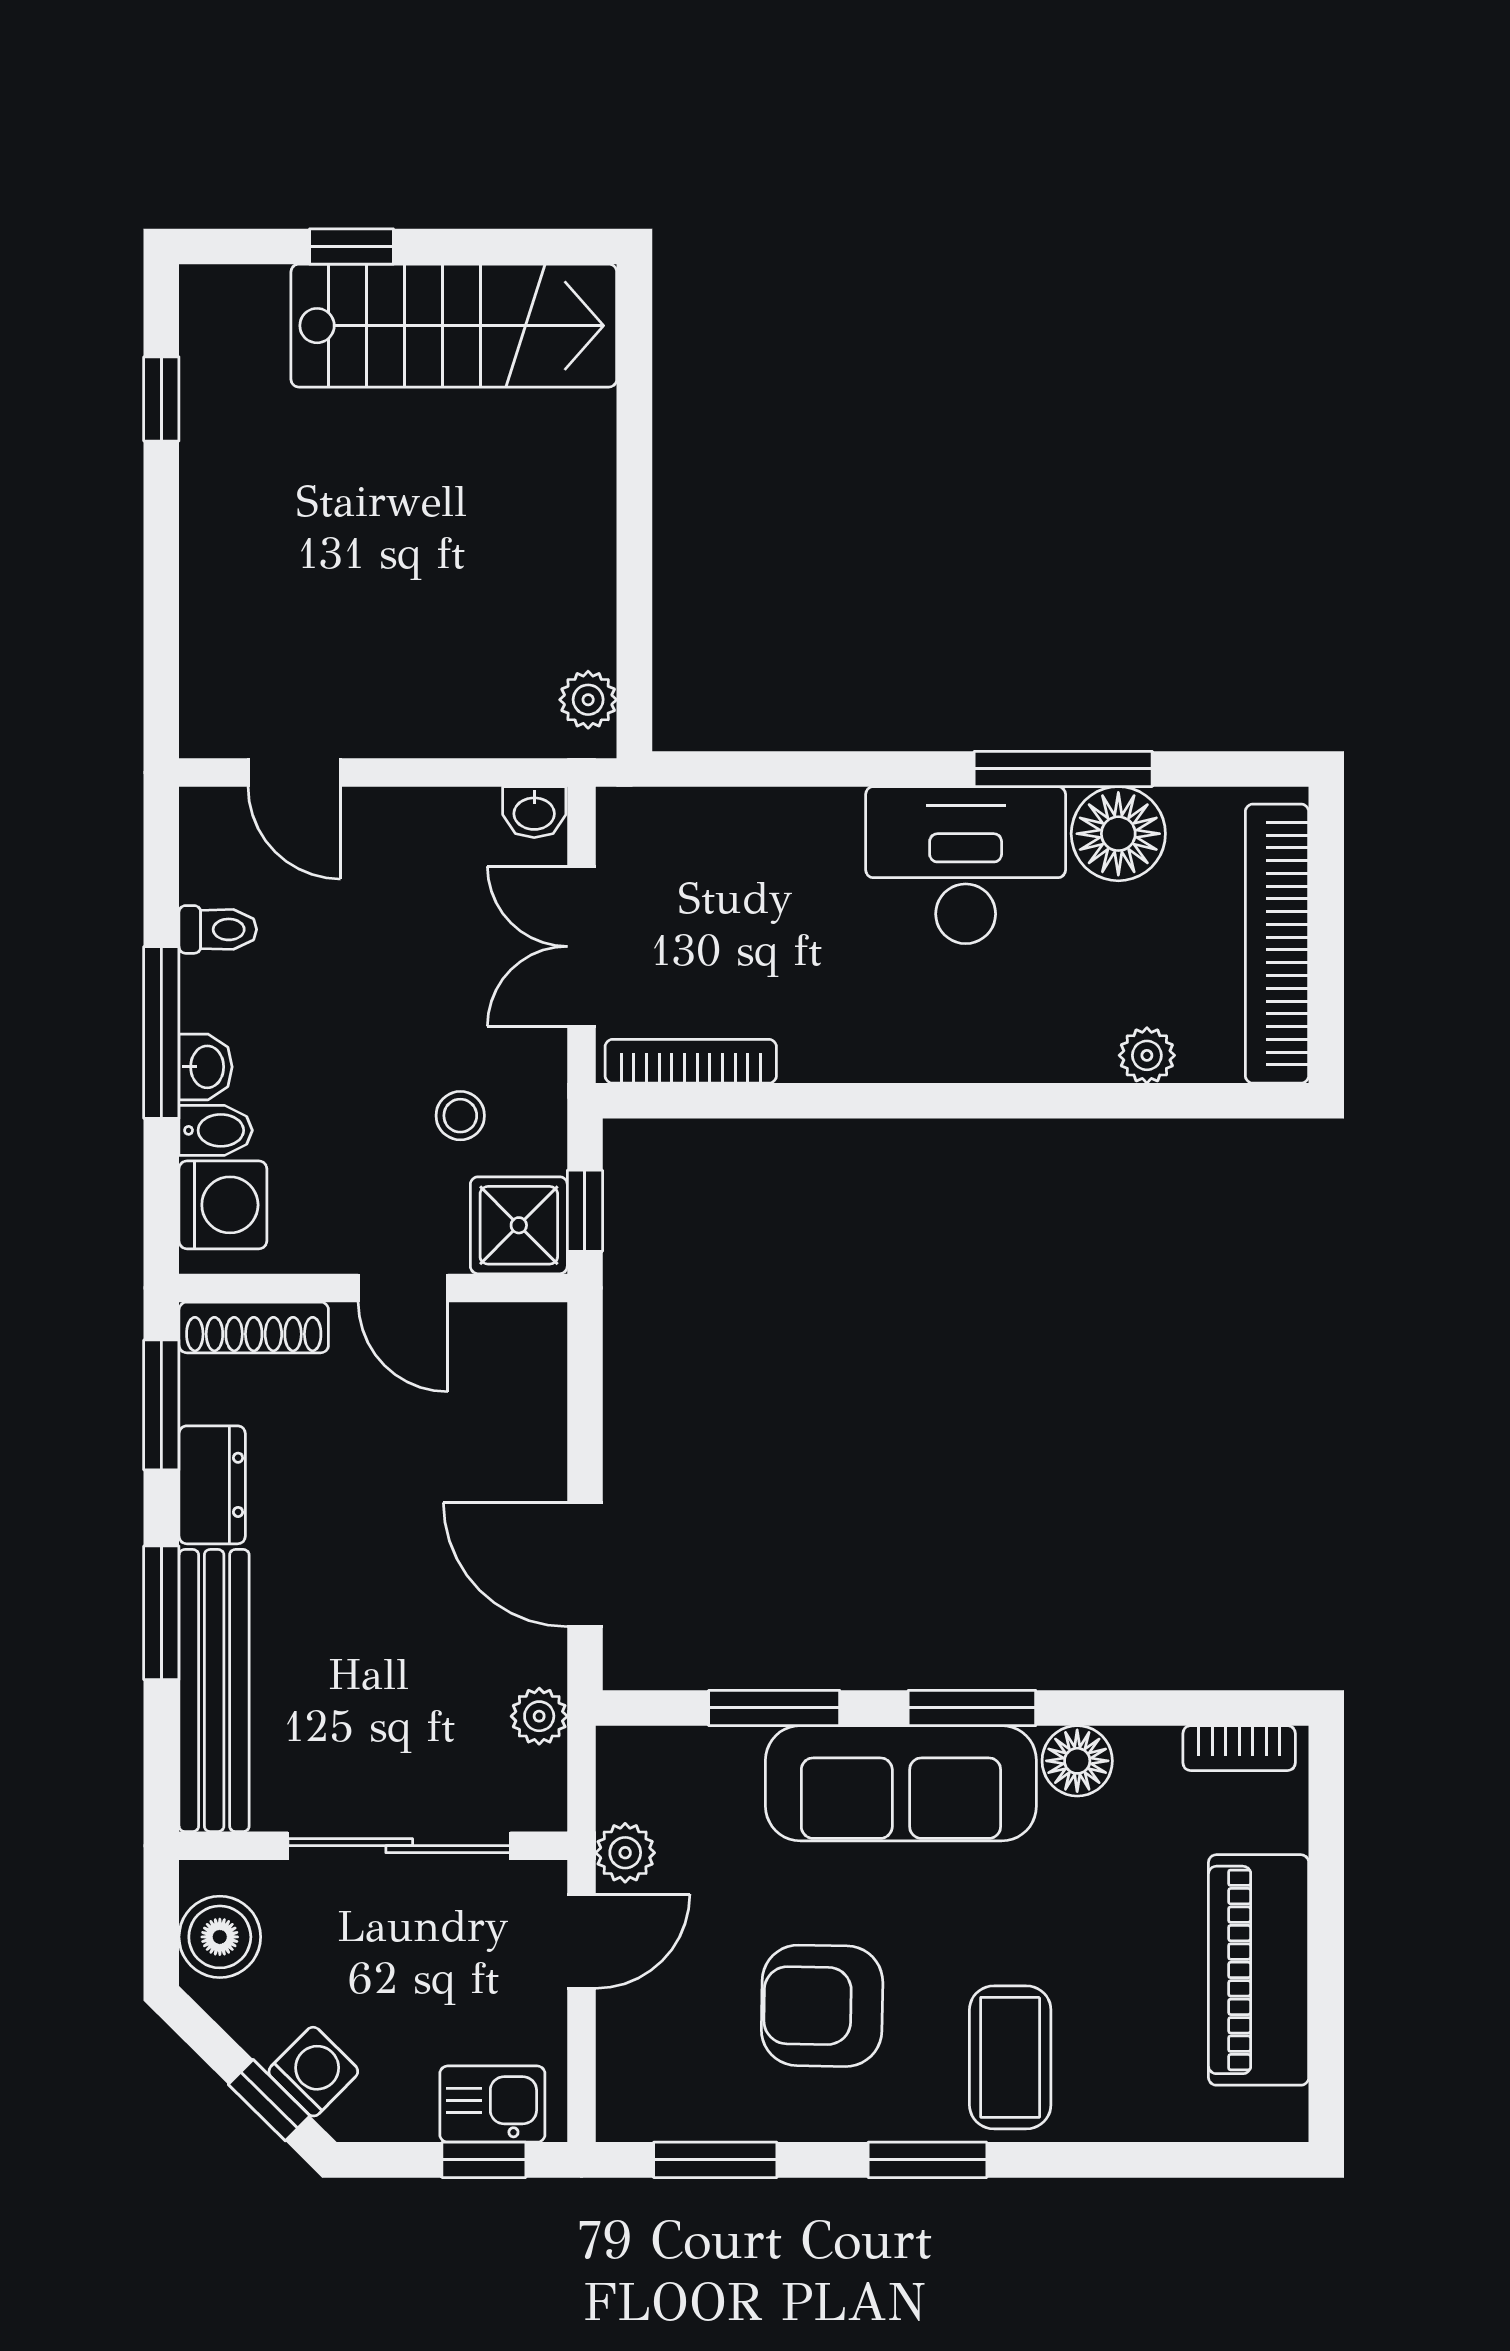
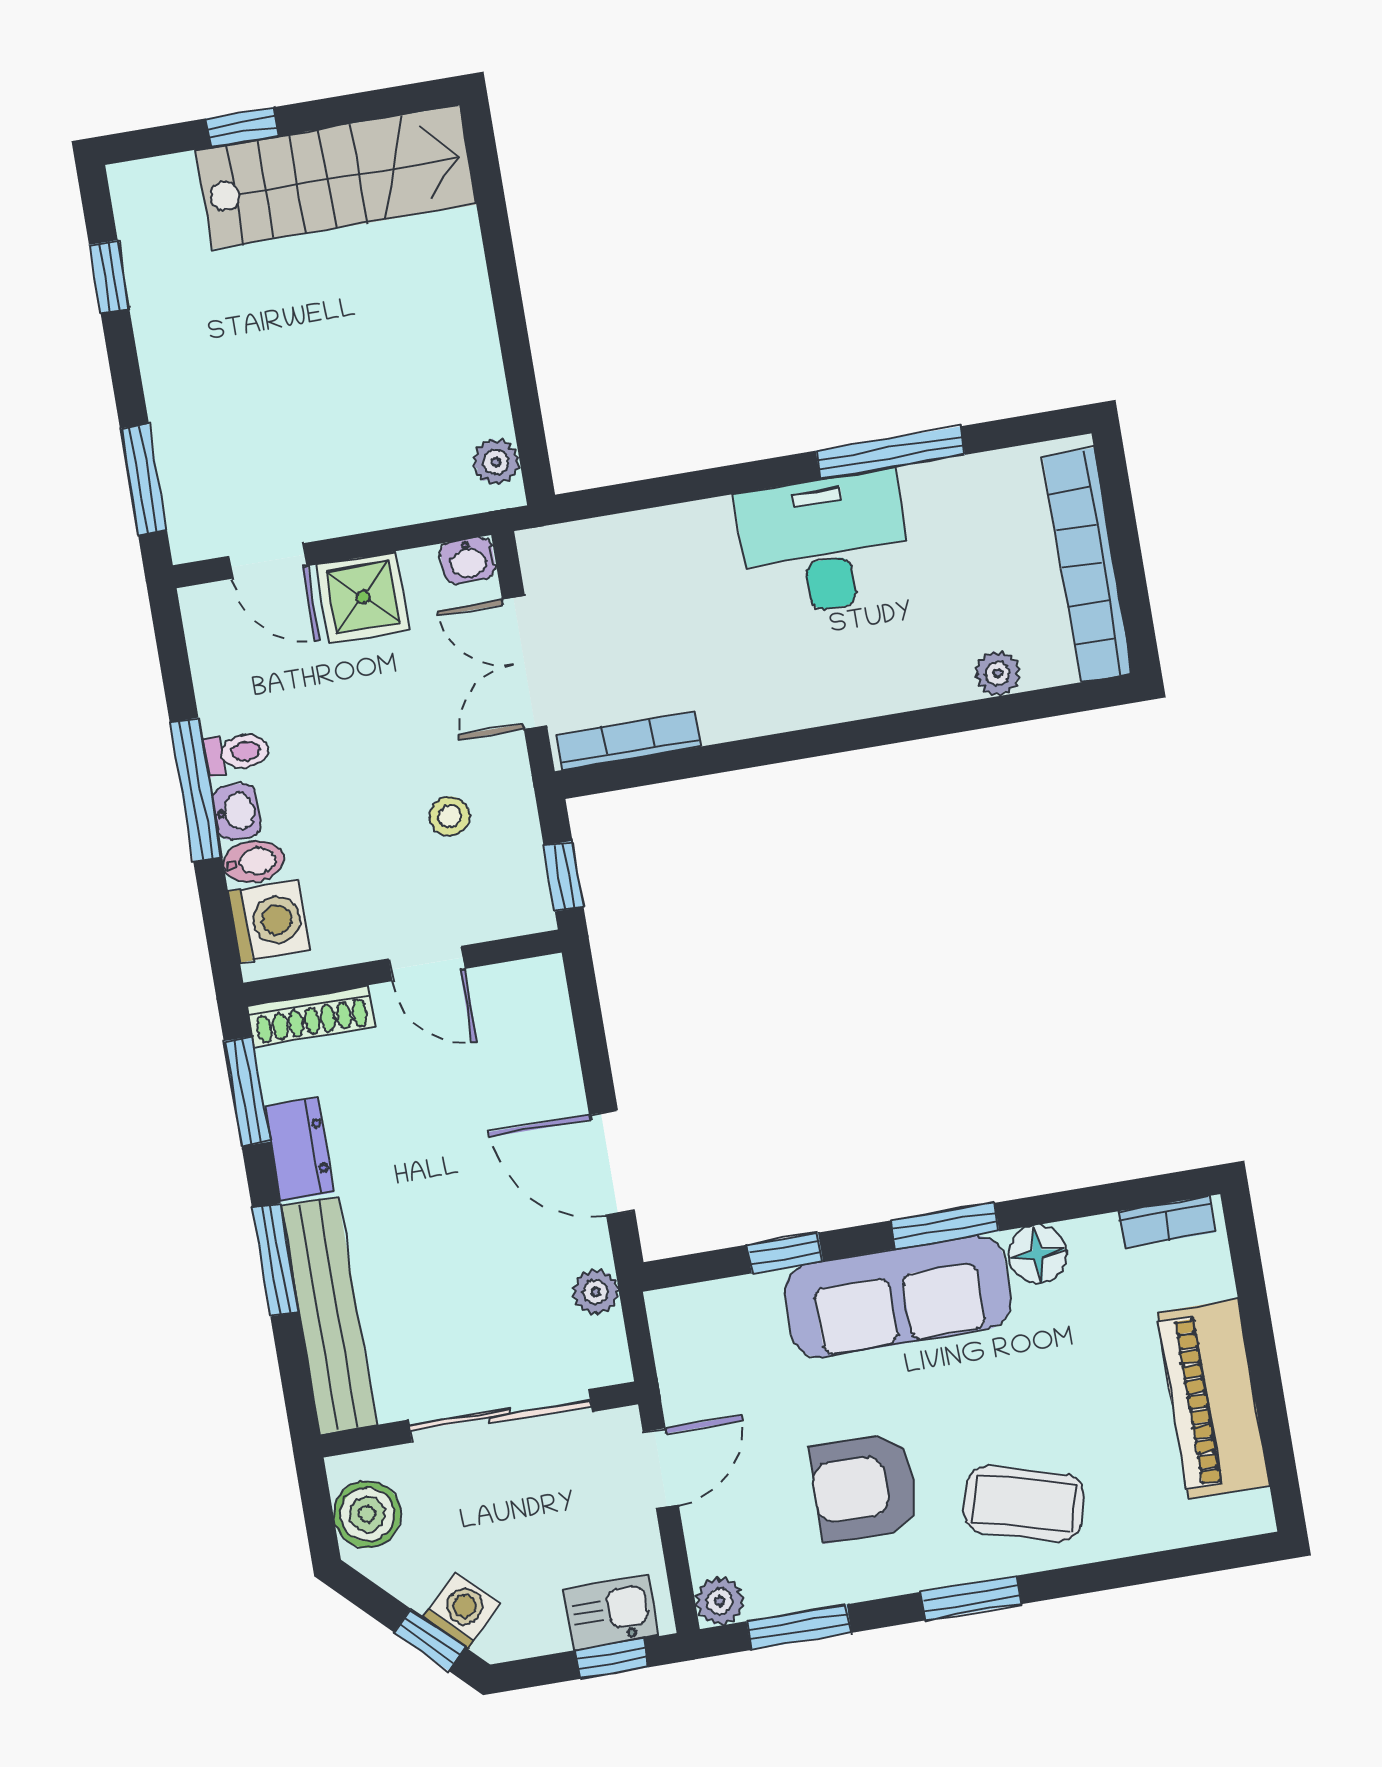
window: (161, 649) -> (143, 479), added
floor lamp: (1118, 834) -> (944, 498), removed
toilet: (218, 929) -> (237, 753), moved
shower: (519, 1225) -> (363, 597), moved
window: (774, 1708) -> (785, 1253), width x0.67
plant: (625, 1853) -> (720, 1601), moved
coffee table: (1010, 2057) -> (1024, 1504), turned -74

